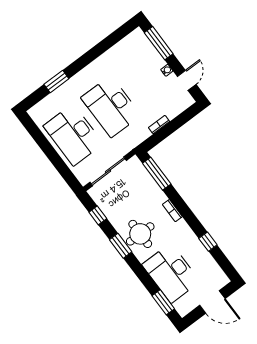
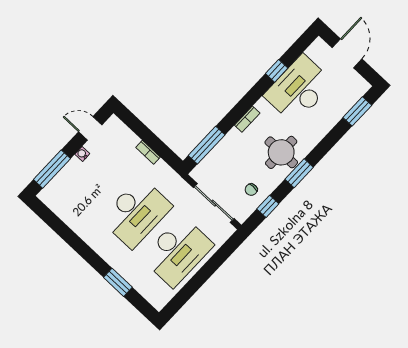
chair: (114, 204) -> (251, 190), added
desk: (171, 273) -> (299, 89), moved, turned 180

